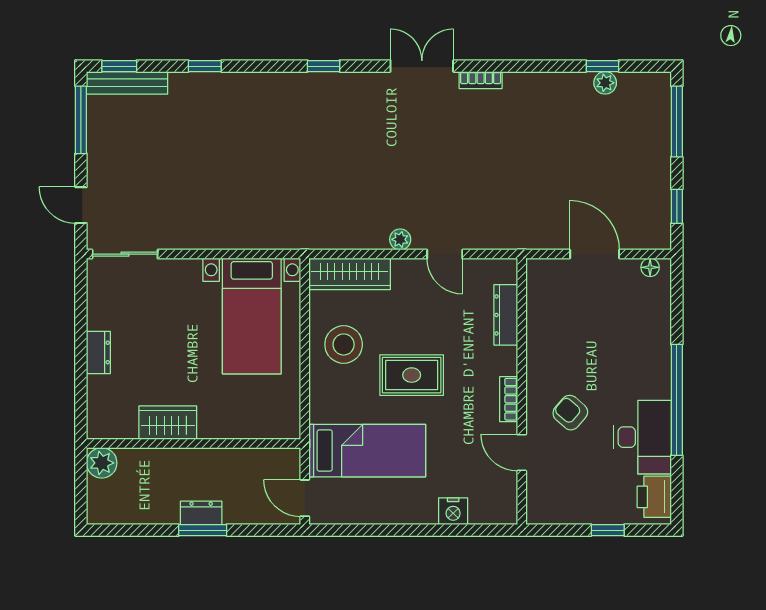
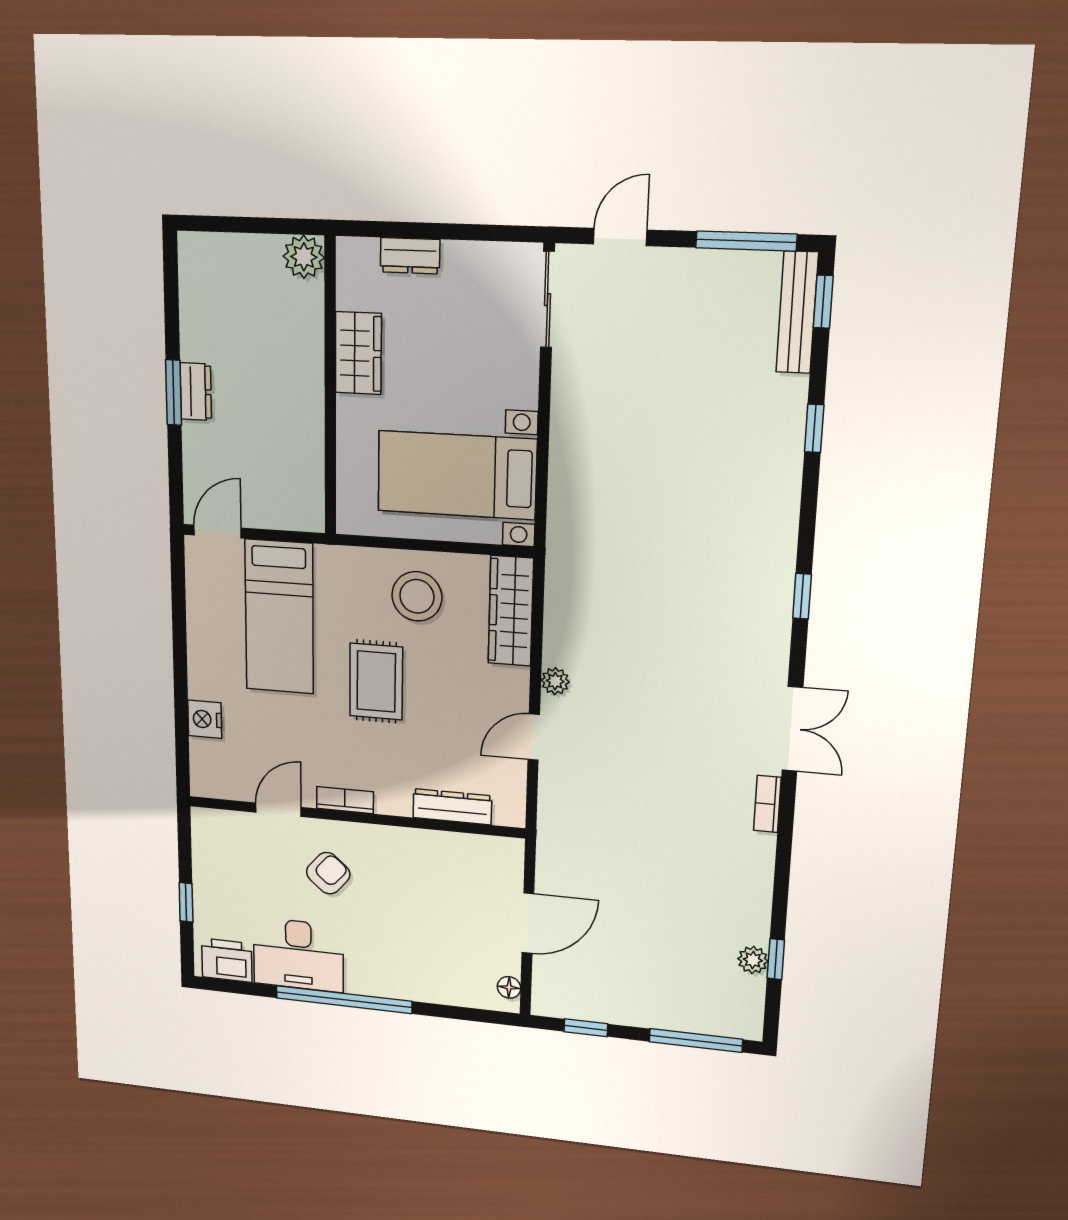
wardrobe: (168, 423) -> (358, 353), moved
wall: (194, 444) -> (330, 388), moved
plant: (102, 463) -> (304, 257), moved

